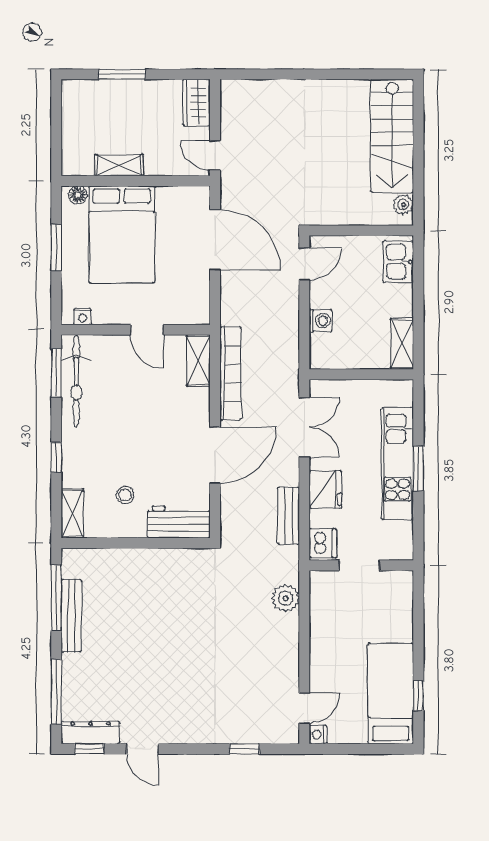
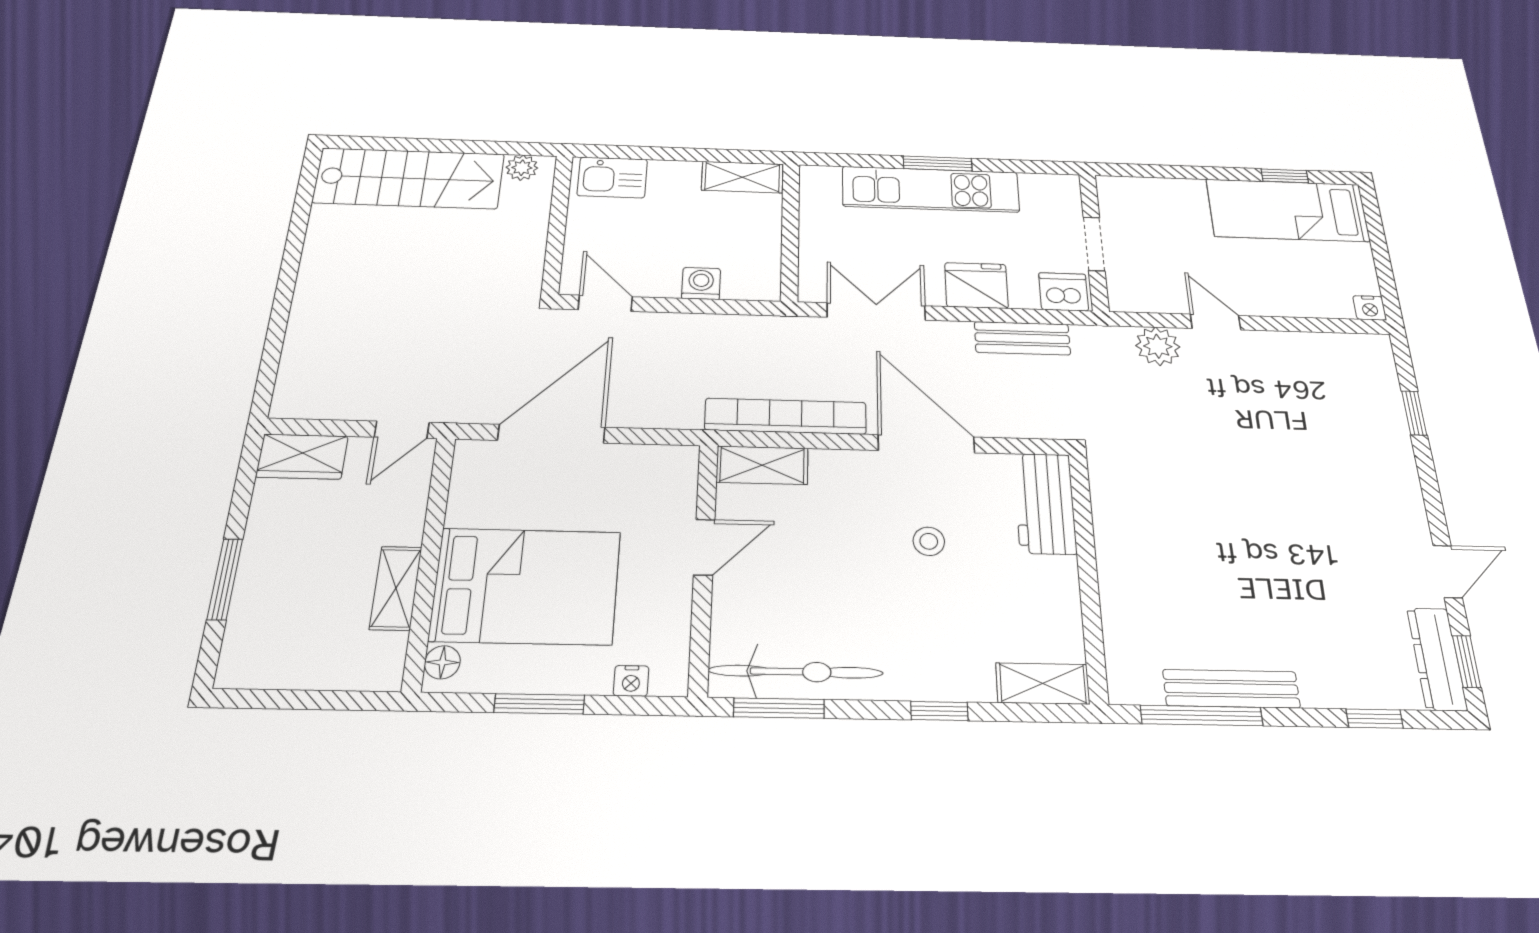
nightstand: (83, 316) -> (631, 681), moved, turned 90
stool: (125, 495) -> (929, 541), moved
window: (56, 692) -> (1375, 719), width x0.46
door: (304, 708) -> (1216, 322), moved

